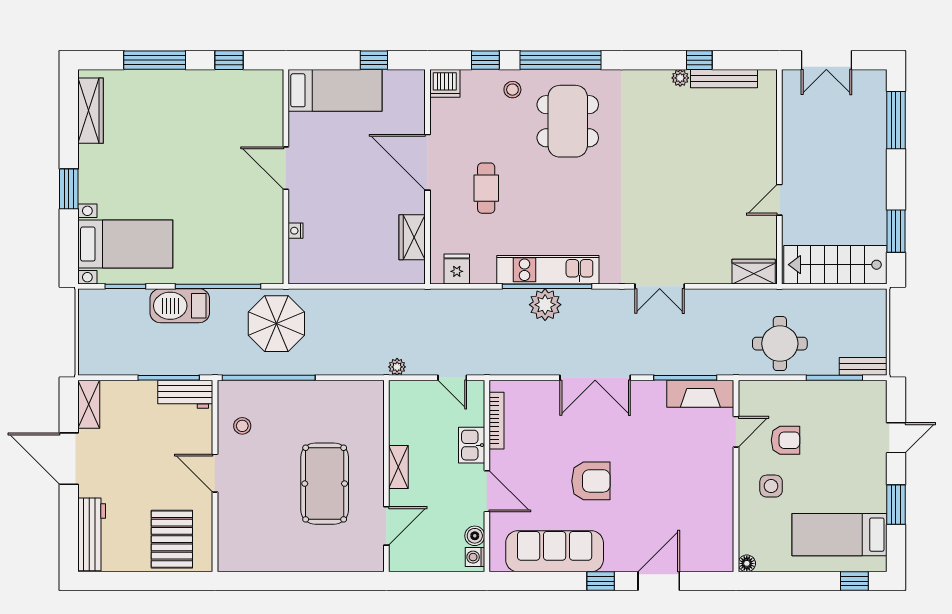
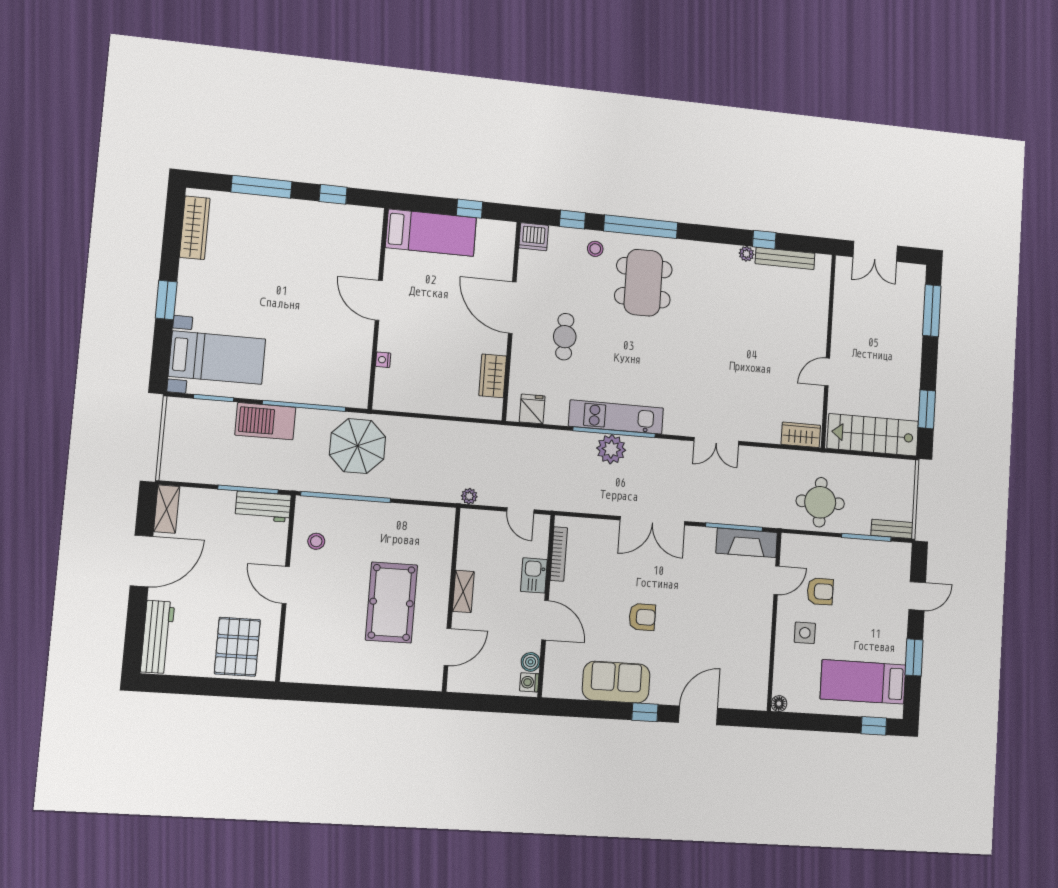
door: (69, 459) -> (142, 561), swing flipped
armchair: (591, 481) -> (642, 617), width x0.72, depth x0.72
sofa: (555, 551) -> (616, 682), width x0.73

